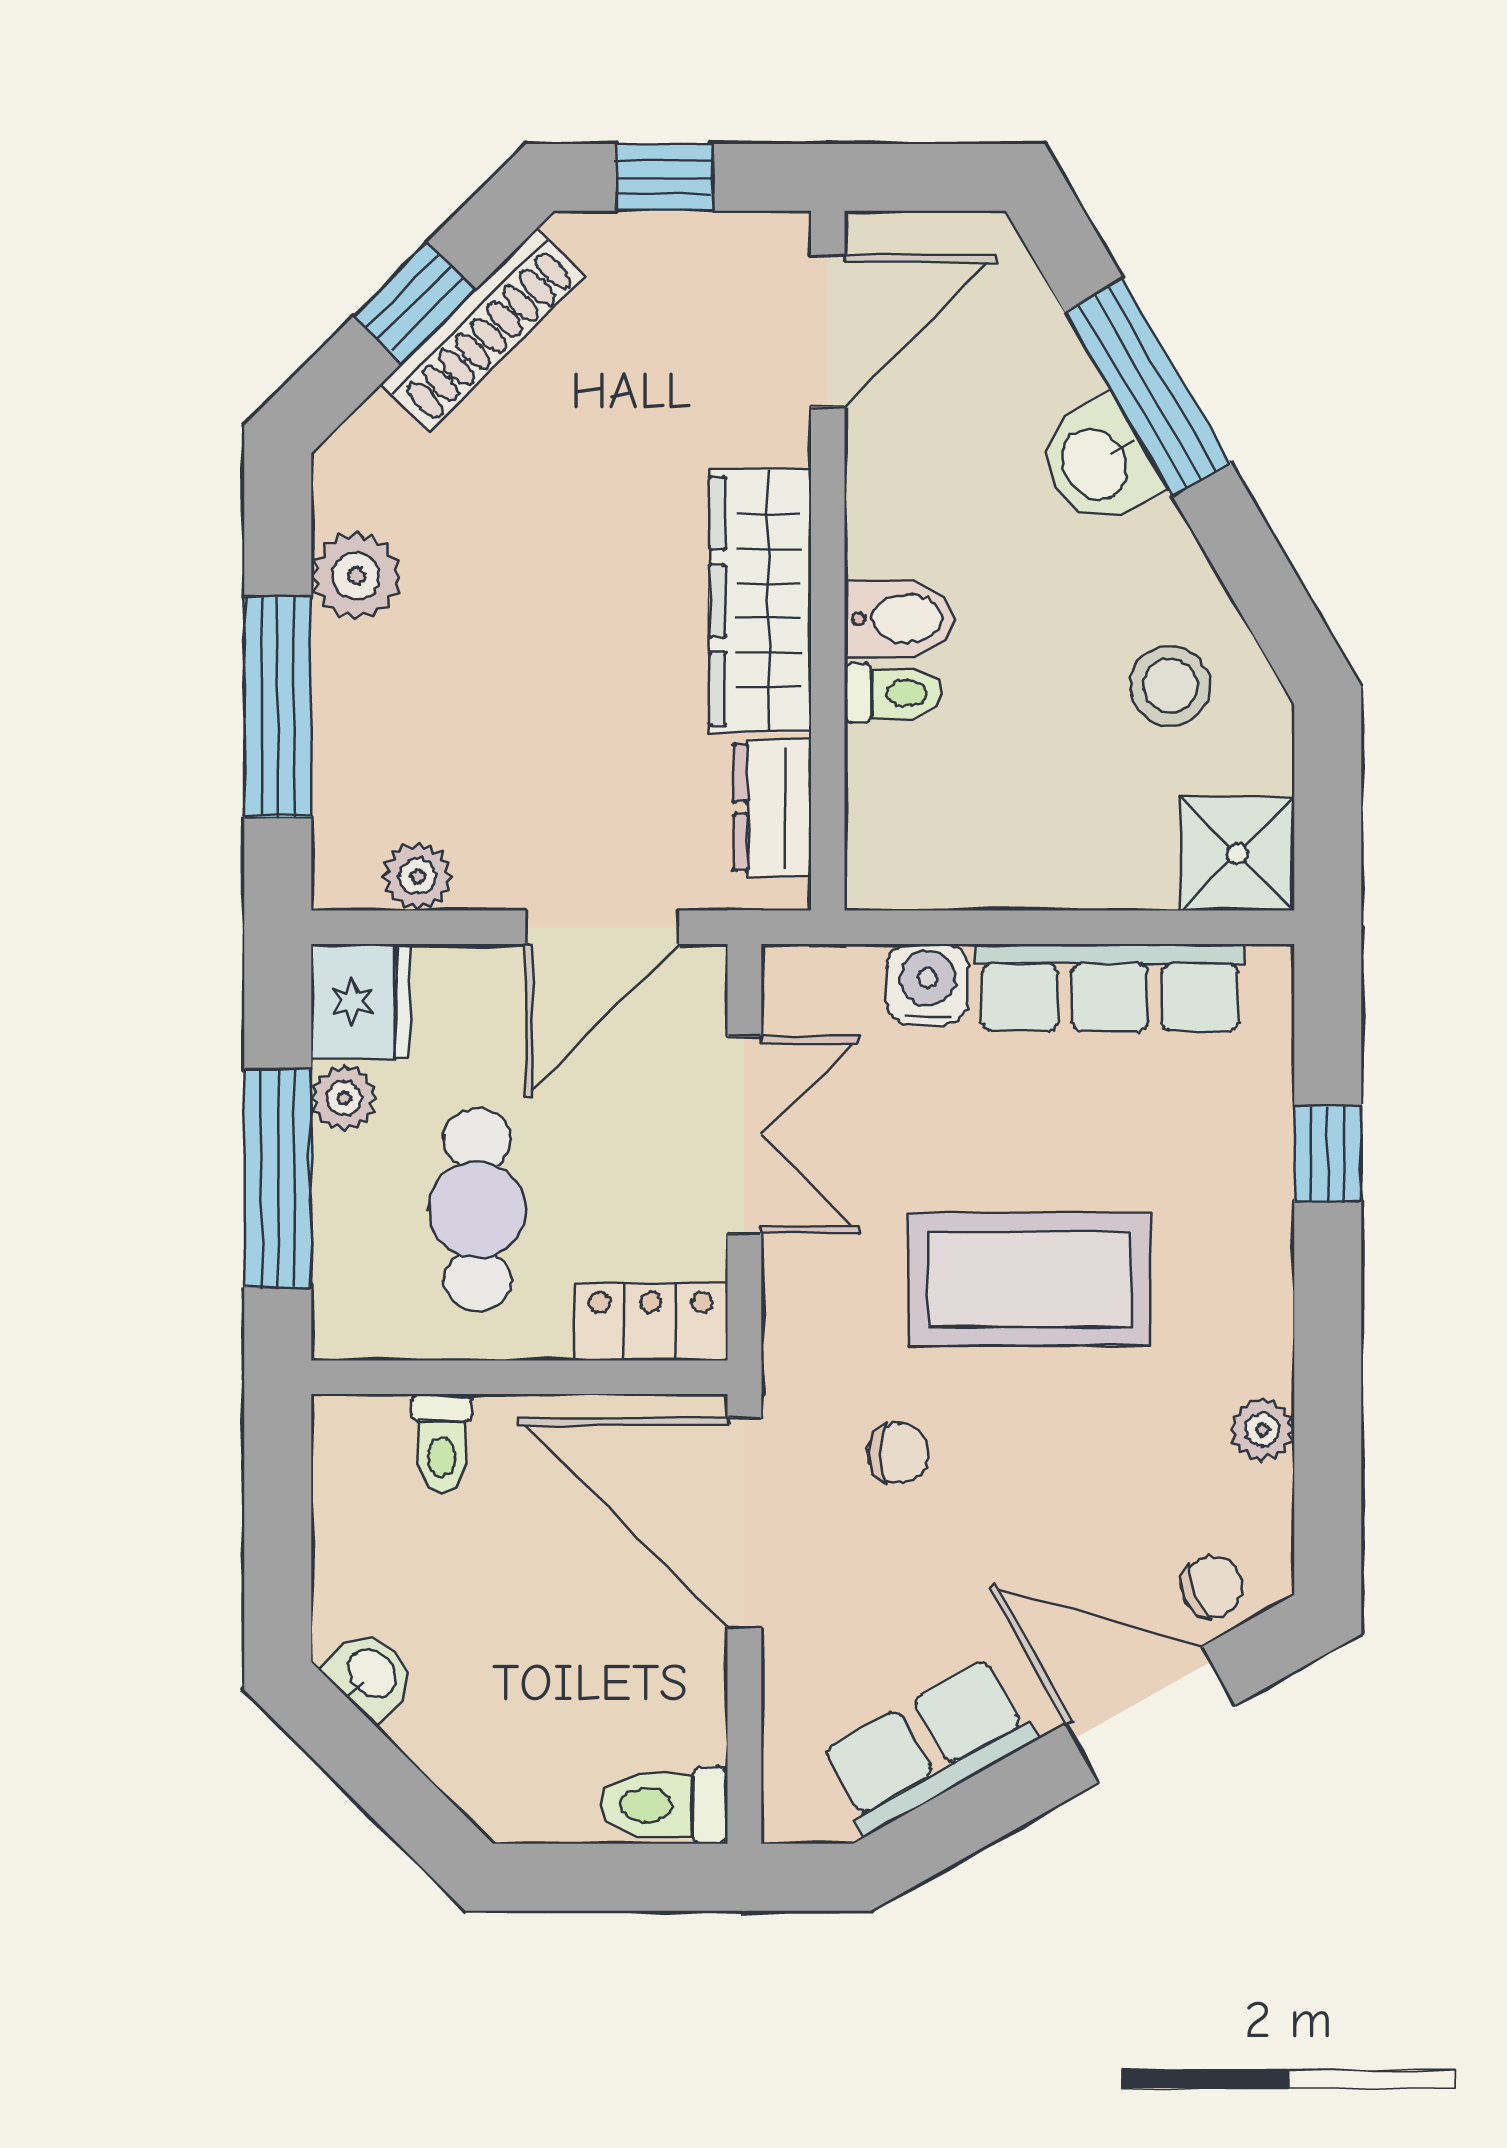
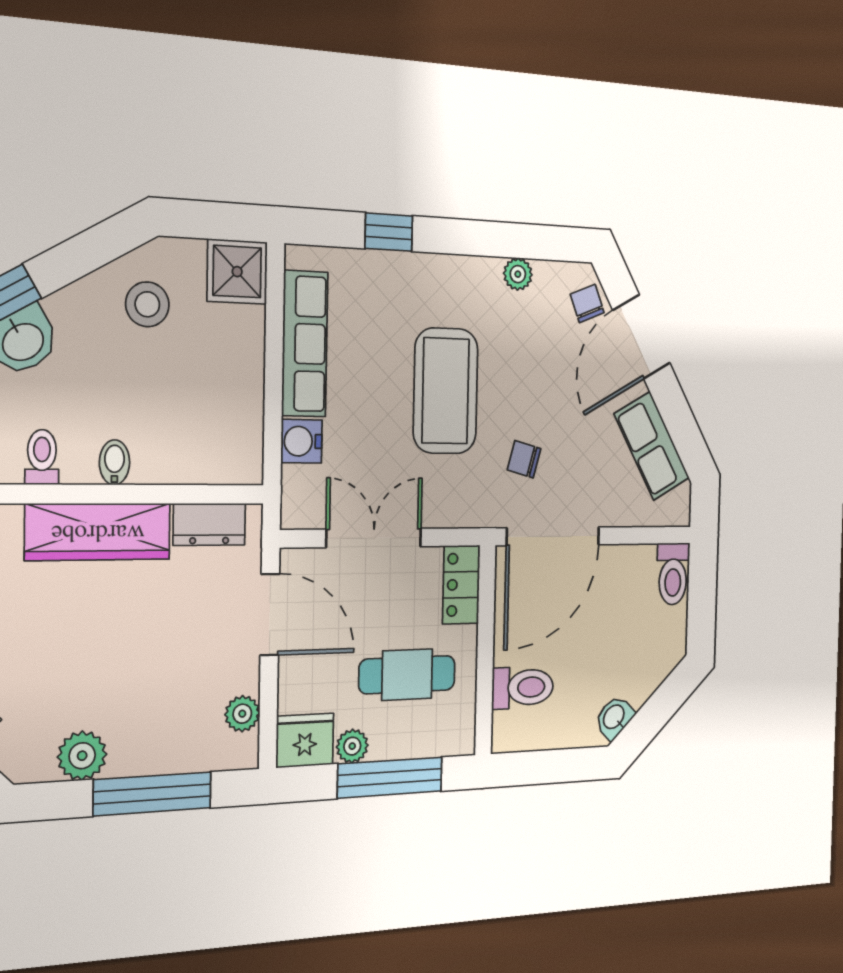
bidet: (899, 619) -> (114, 462), width x0.72, depth x0.74
toilet: (893, 693) -> (42, 457), moved
toilet: (442, 1443) -> (523, 687), width x1.37, depth x1.39
chair: (898, 1453) -> (524, 459), turned -75

